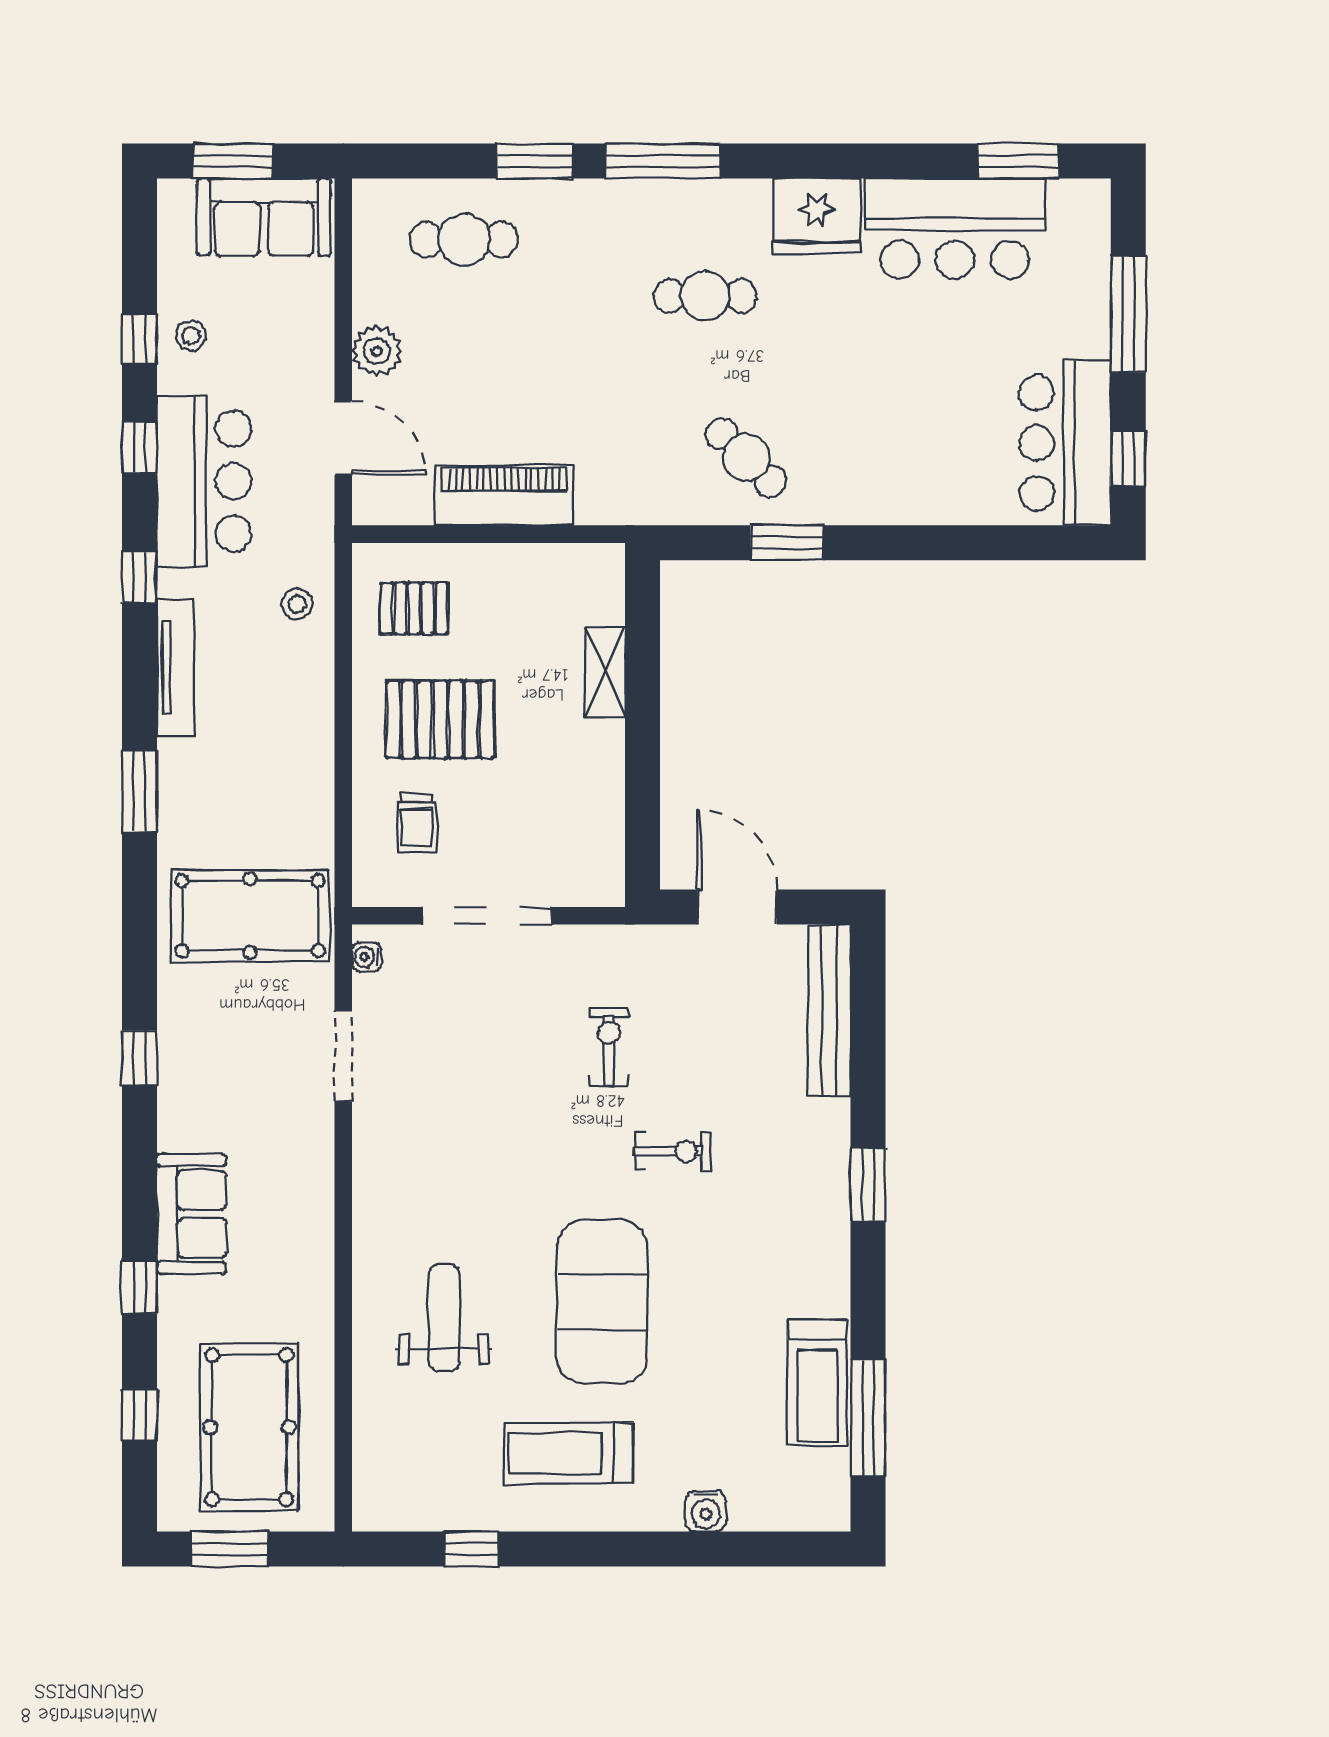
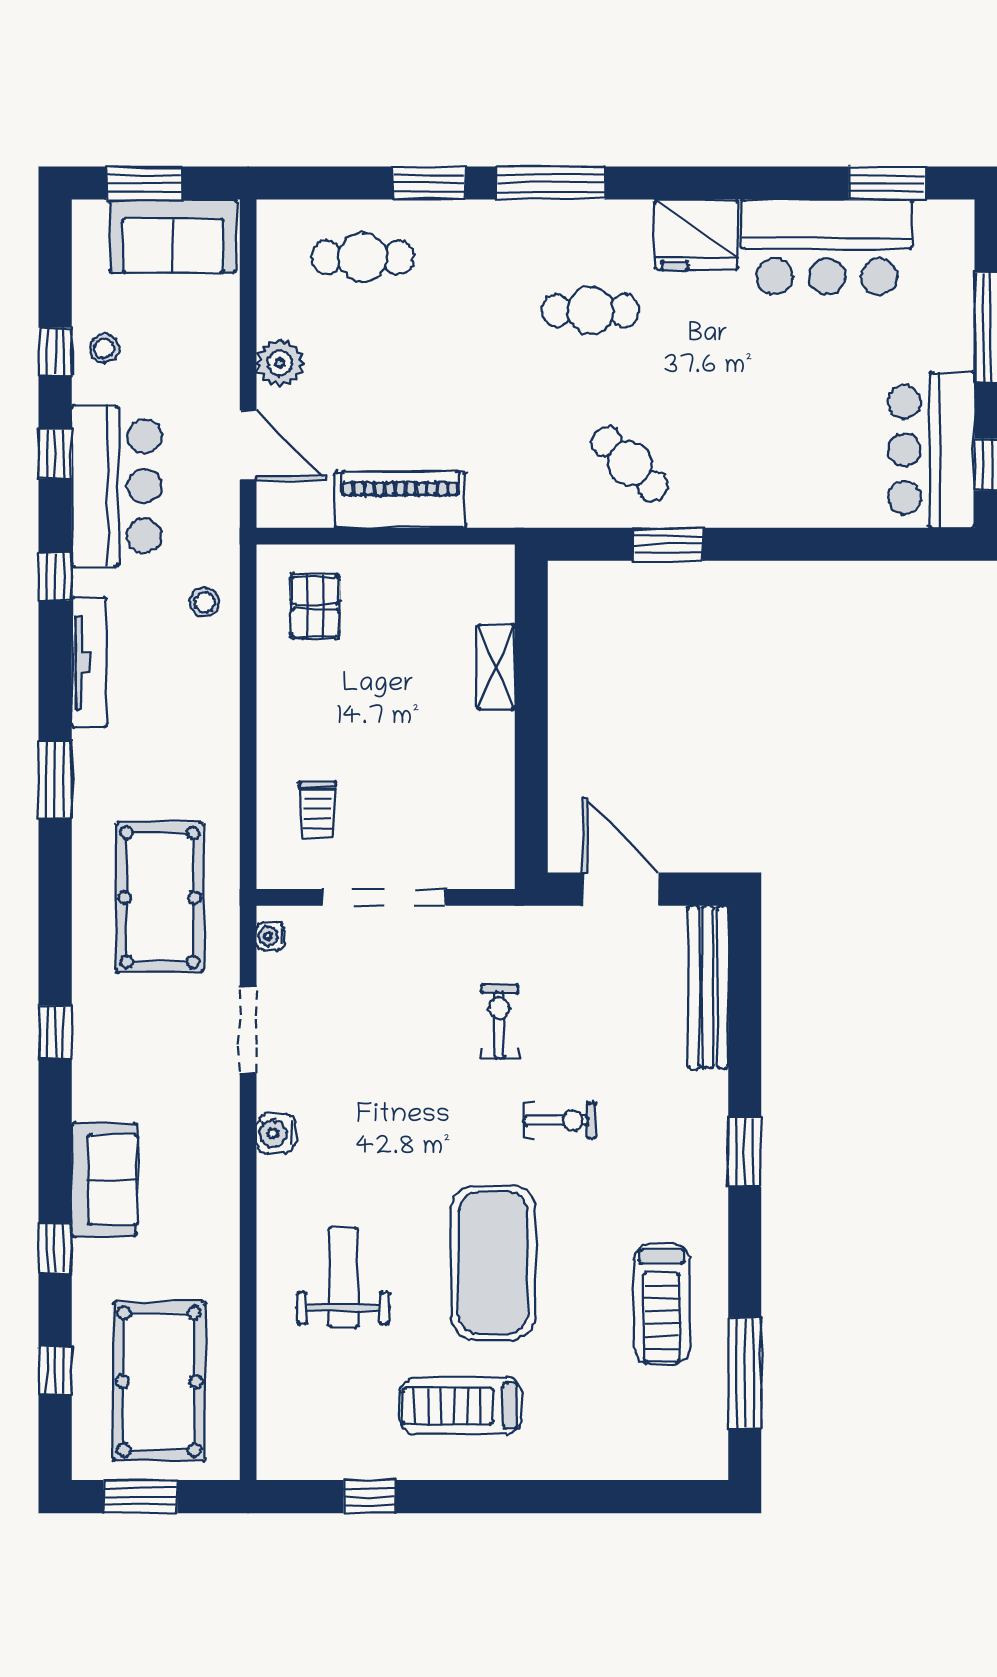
pallet: (414, 608) -> (315, 606), turned 90
pallet: (440, 719) -> (340, 712), removed
pool table: (250, 916) -> (160, 897), turned 90
treadmill: (817, 1383) -> (662, 1304), moved
water cooler: (706, 1511) -> (276, 1133), moved, turned 90

